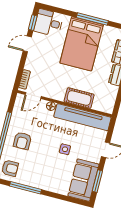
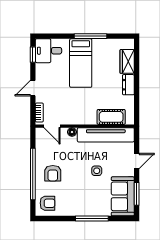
door: (27, 44) -> (33, 88), moved
bed: (82, 44) -> (81, 63), width x0.67
door: (33, 95) -> (52, 126), hinge flipped
cot: (79, 98) -> (111, 117), moved
window: (25, 188) -> (92, 219), moved

